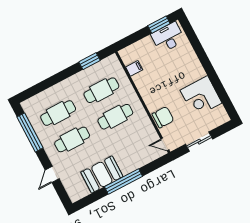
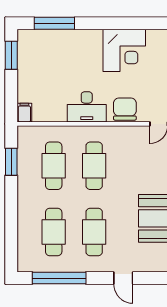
desk: (168, 37) -> (87, 107), moved, turned -90
window: (195, 42) -> (54, 23), added
filing cabinet: (134, 68) -> (24, 113), moved

